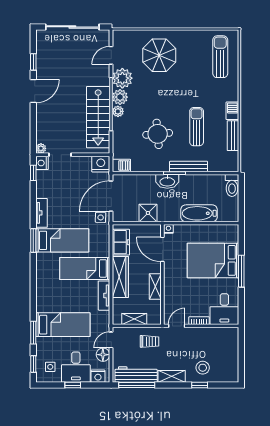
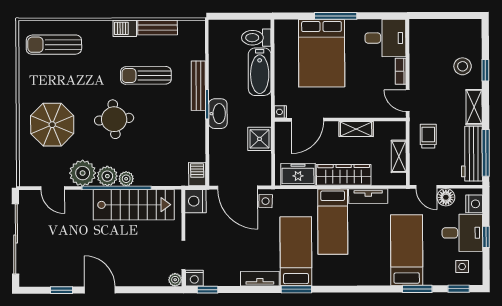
round table: (158, 134) -> (114, 119), moved
toilet: (232, 186) -> (256, 38), moved, turned 180

